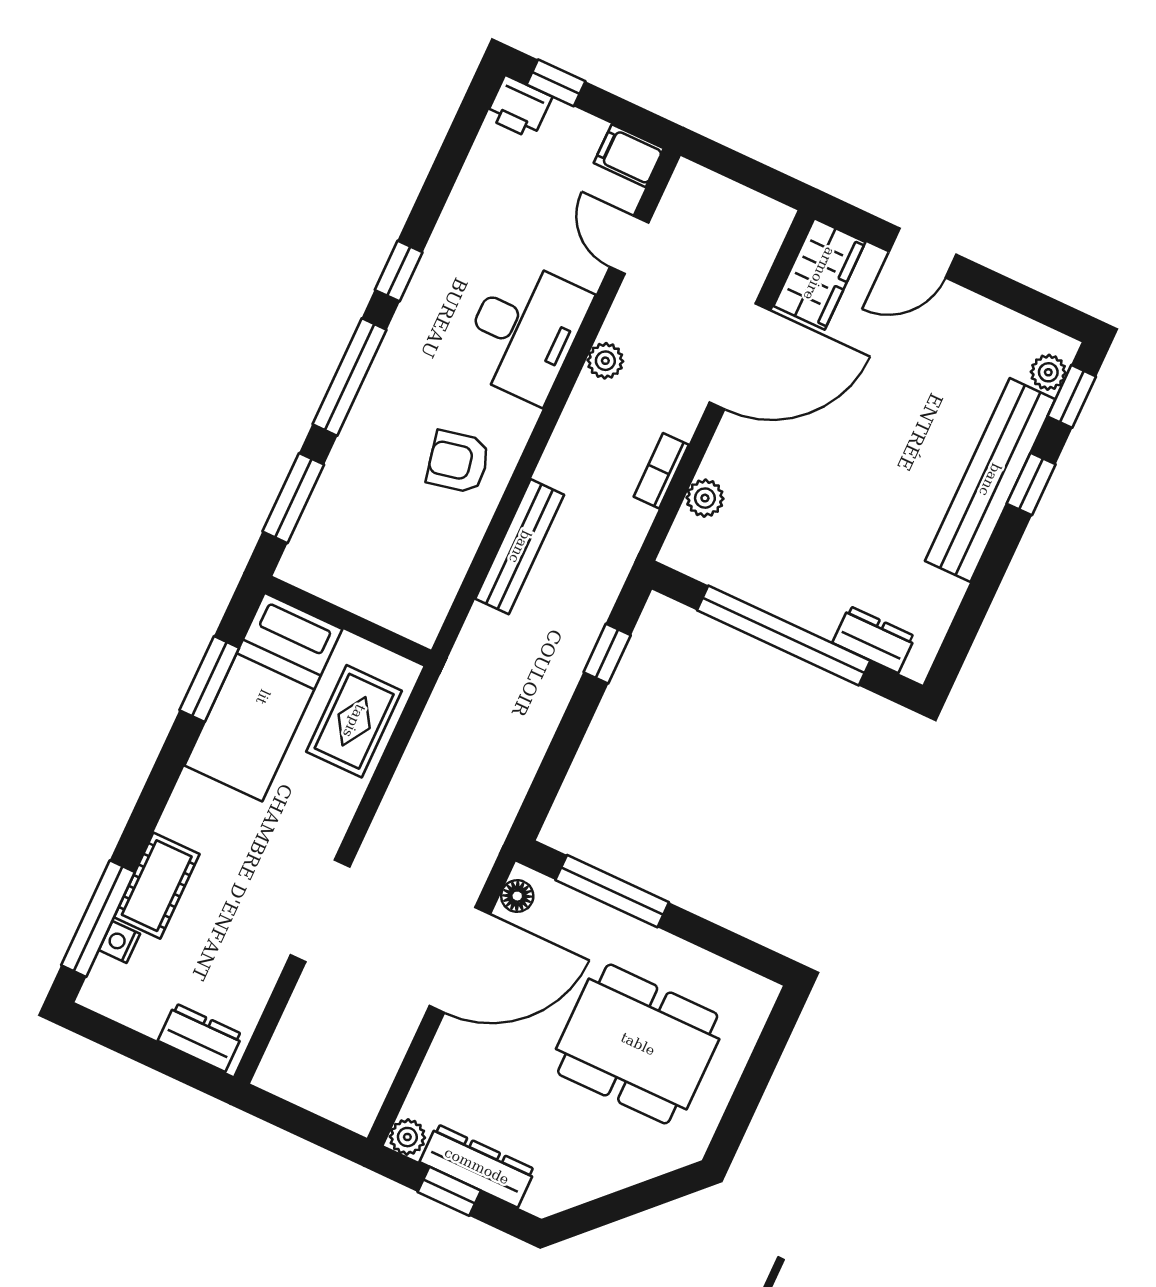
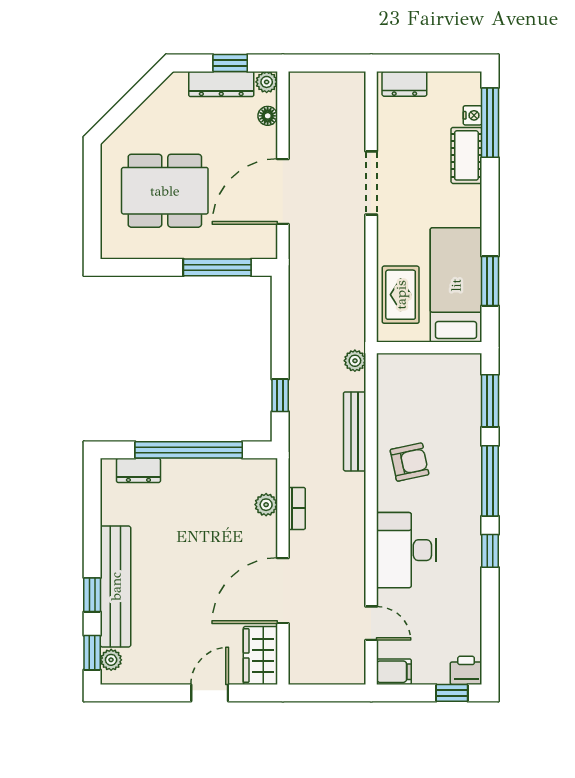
plant: (605, 361) -> (355, 361), moved
floor lamp: (517, 896) -> (268, 116), moved

